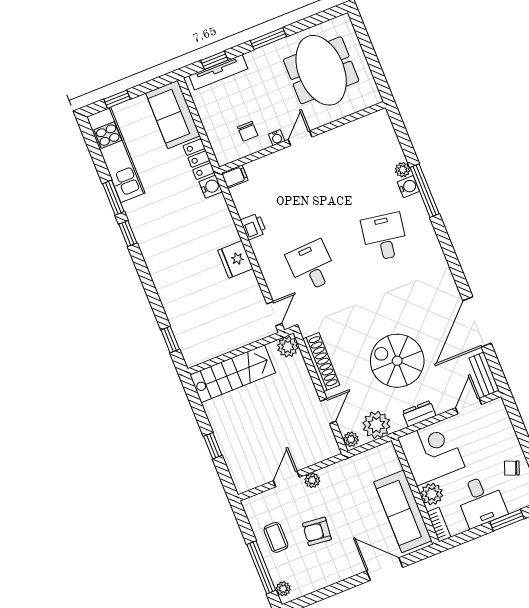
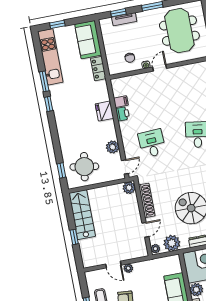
tv unit: (218, 72) -> (124, 19), width x0.71
filing cabinet: (235, 177) -> (121, 102), moved
water cooler: (211, 187) -> (102, 86), removed
fridge: (235, 259) -> (105, 111), moved
plant: (248, 284) -> (113, 147), added
round table: (207, 326) -> (84, 167), added
stairs: (233, 374) -> (82, 215), moved, turned -90
door: (286, 479) -> (113, 265), swing flipped

